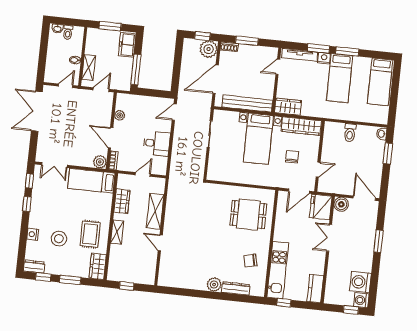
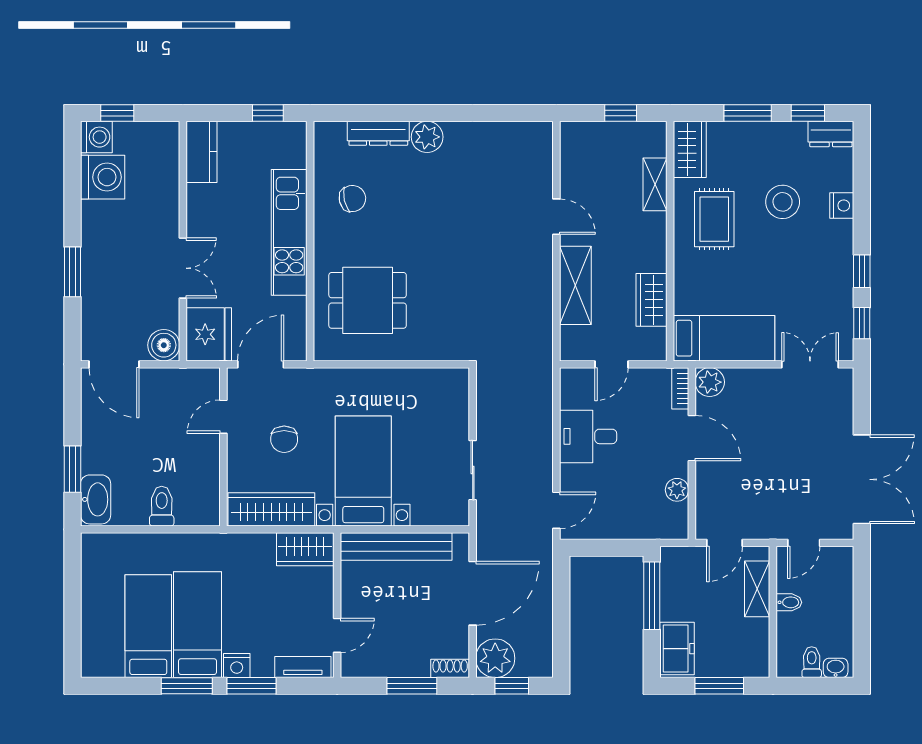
tv unit: (300, 55) -> (303, 667), width x0.71
bed: (380, 82) -> (148, 626), moved
washbasin: (382, 134) -> (96, 499), width x1.91, depth x1.45
shelving: (117, 232) -> (655, 184), moved
kitchen unit: (278, 270) -> (289, 232), moved

